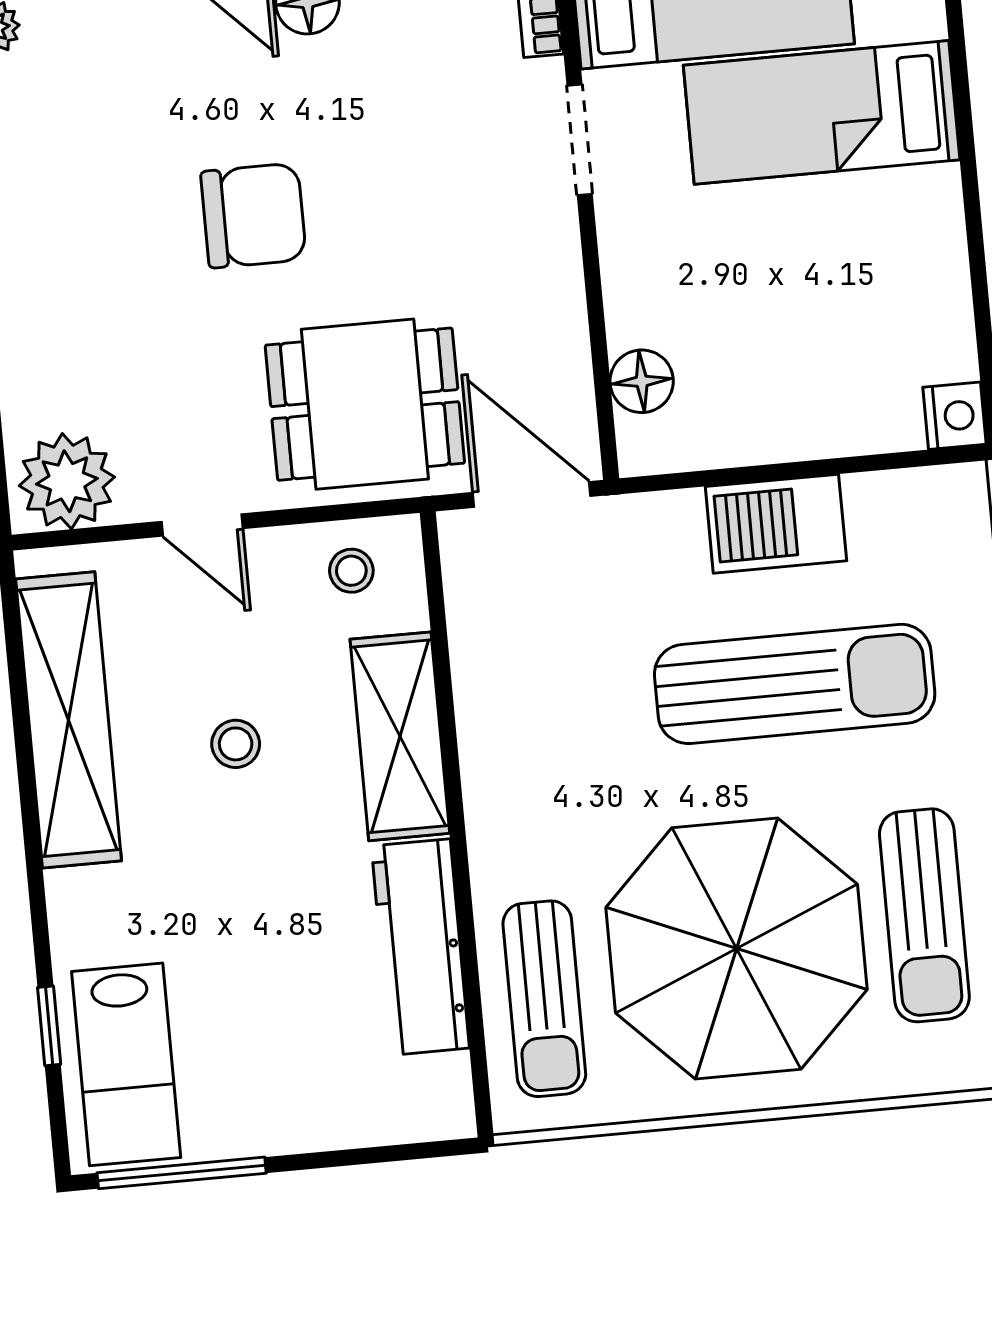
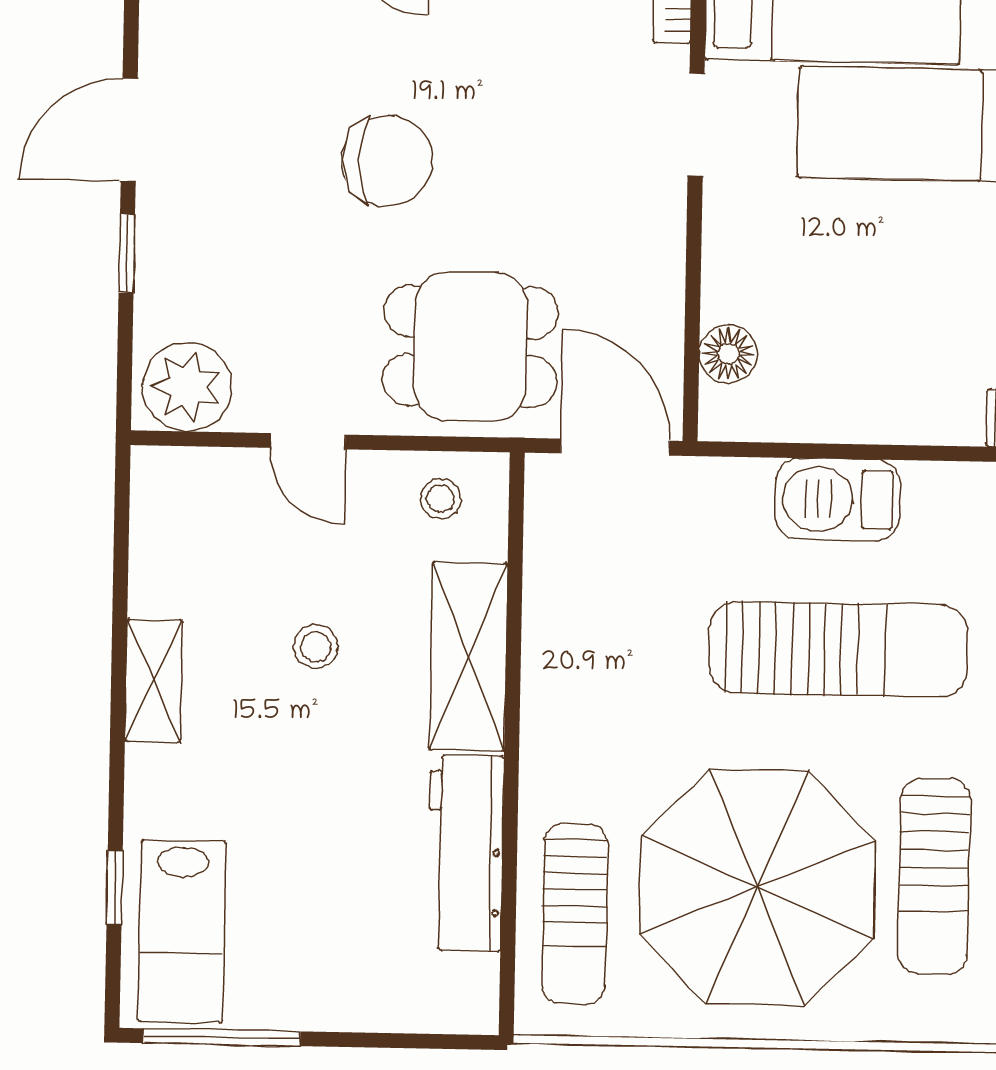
shelving: (69, 720) -> (154, 681), width x0.45, depth x0.75

